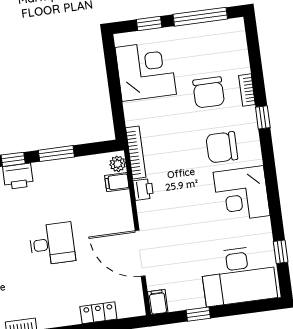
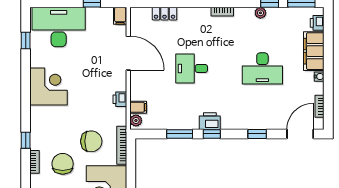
chair: (222, 147) -> (91, 141), moved
bookcase: (136, 153) -> (122, 145), moved

